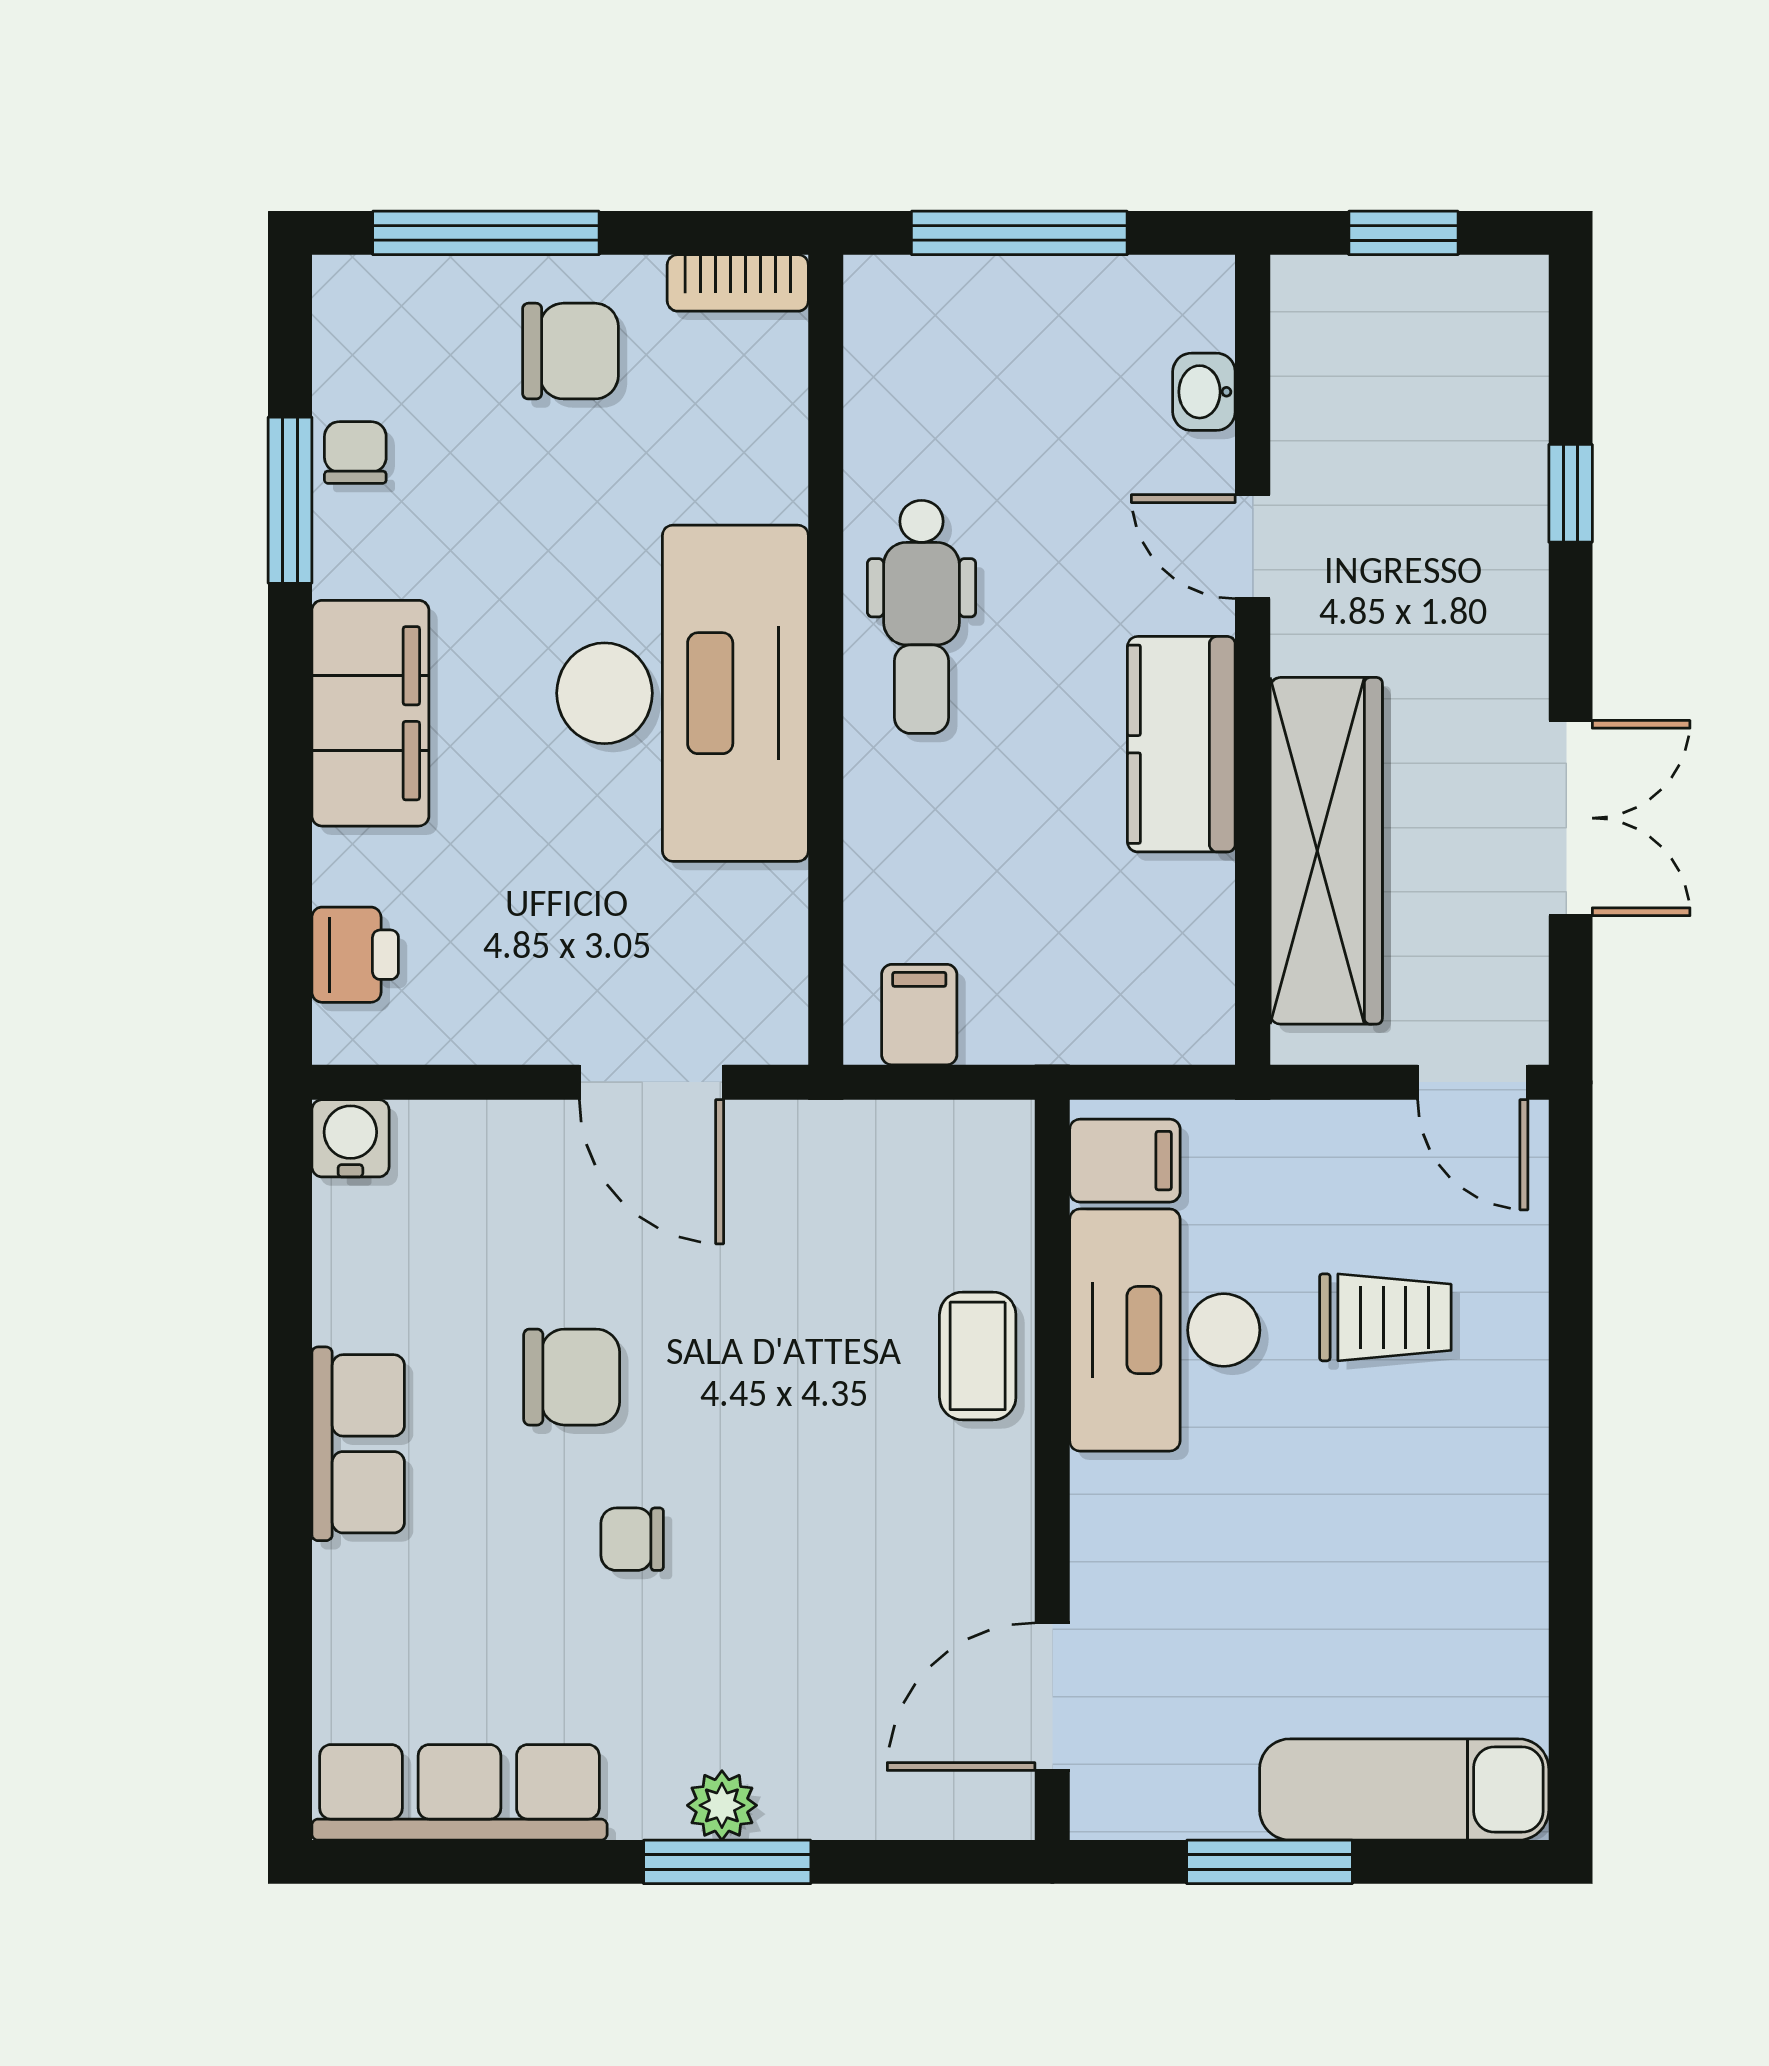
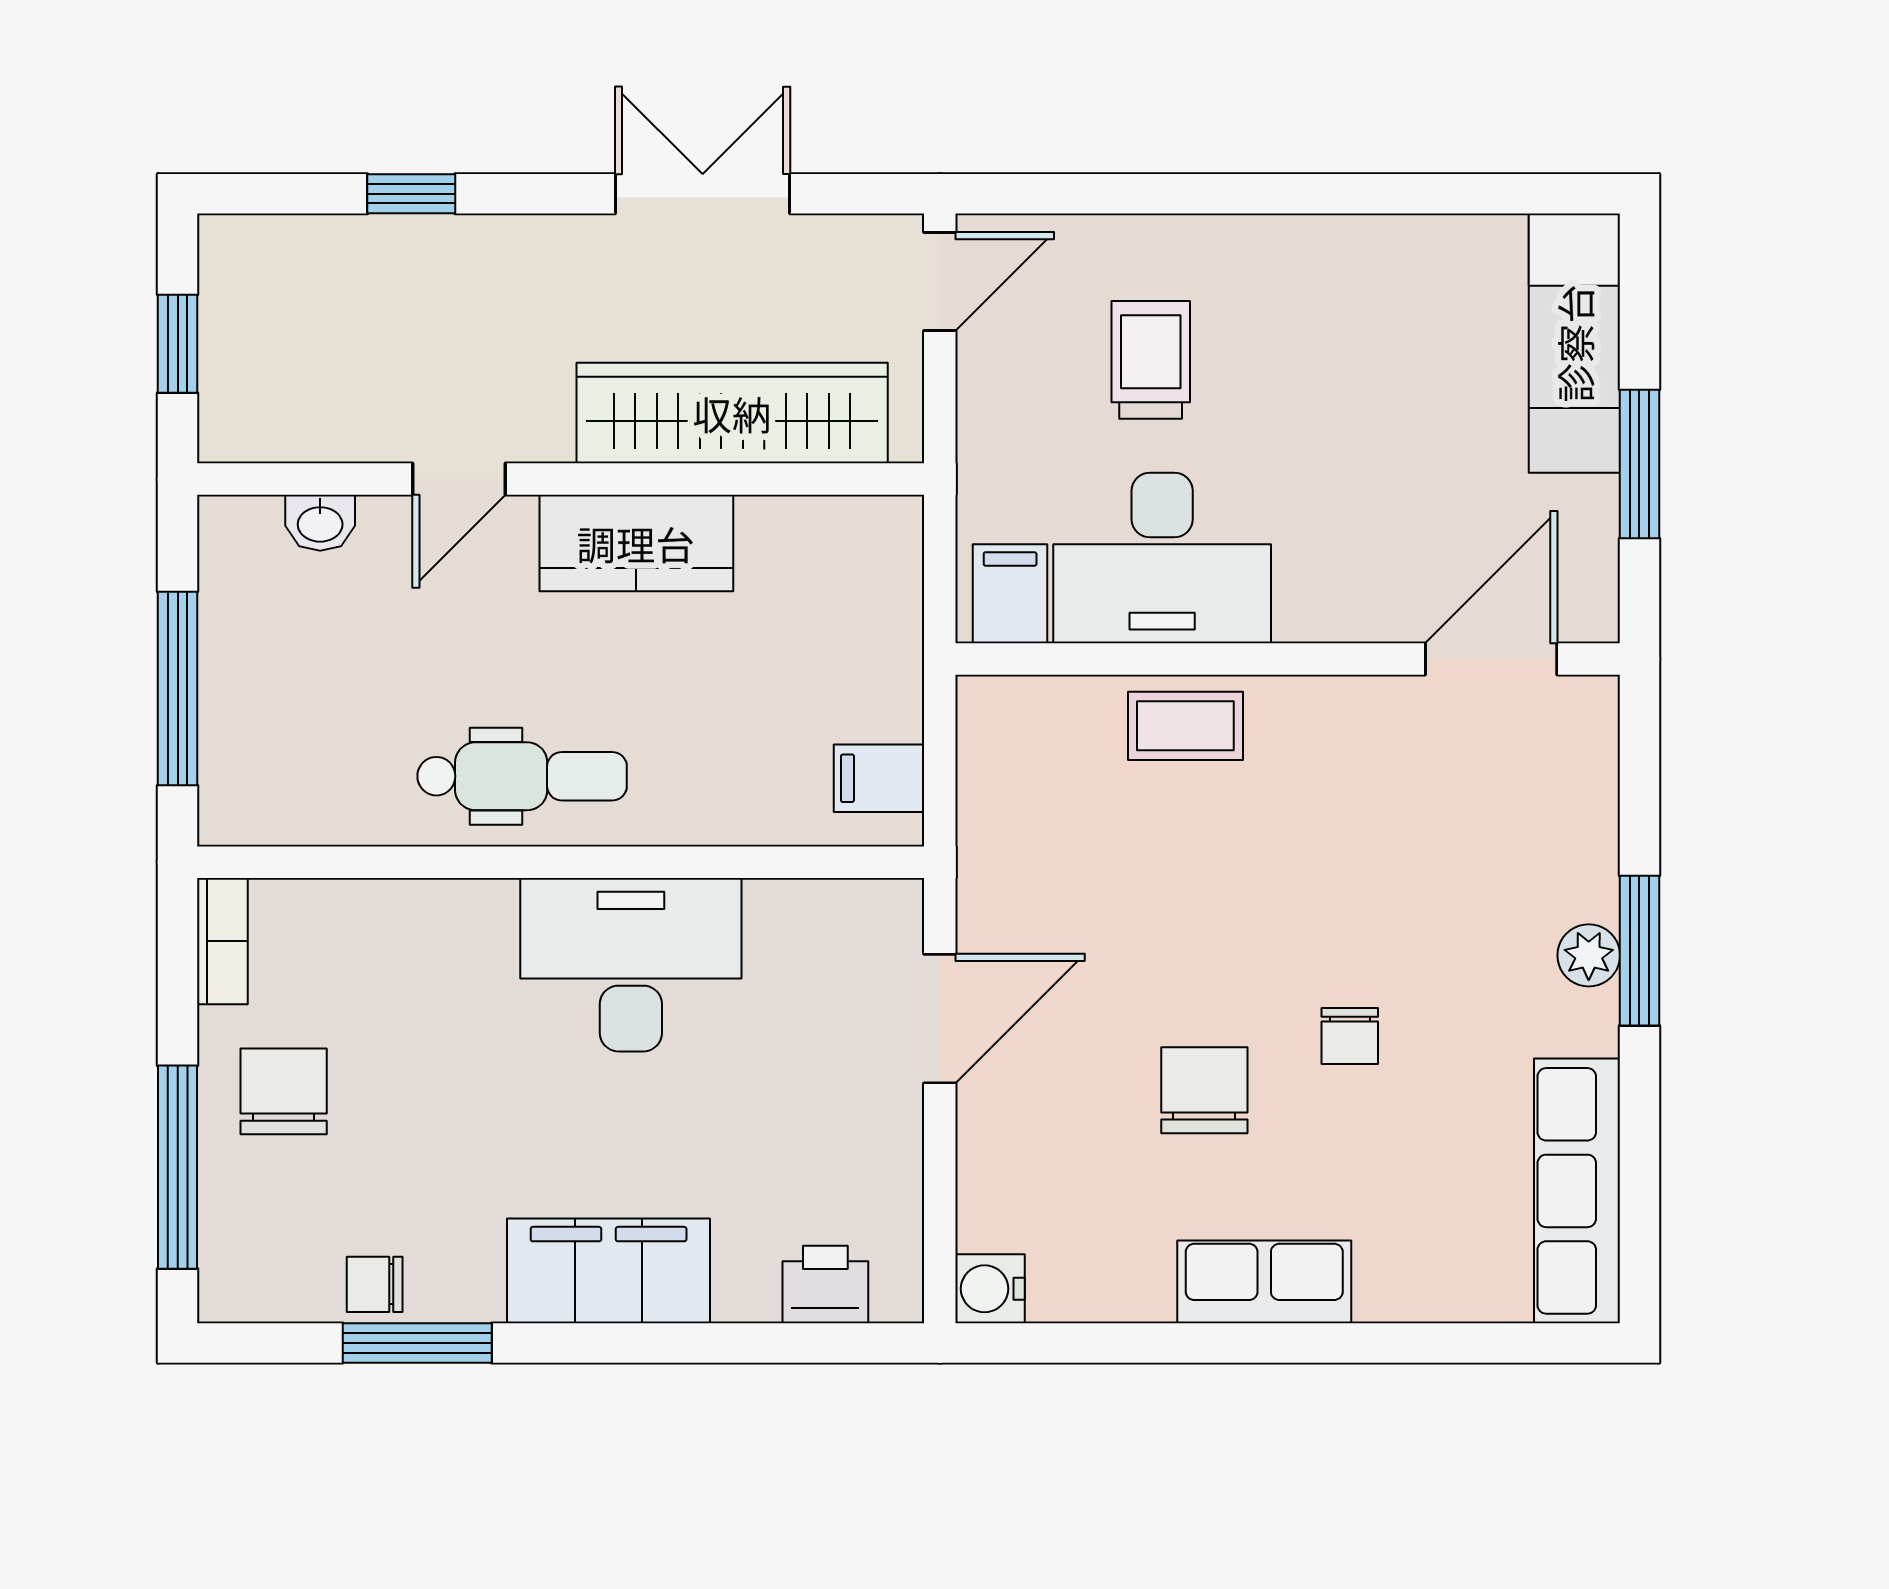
desk: (683, 693) -> (631, 965), width x0.73, depth x0.77
door: (1052, 1697) -> (1491, 659), swing flipped

